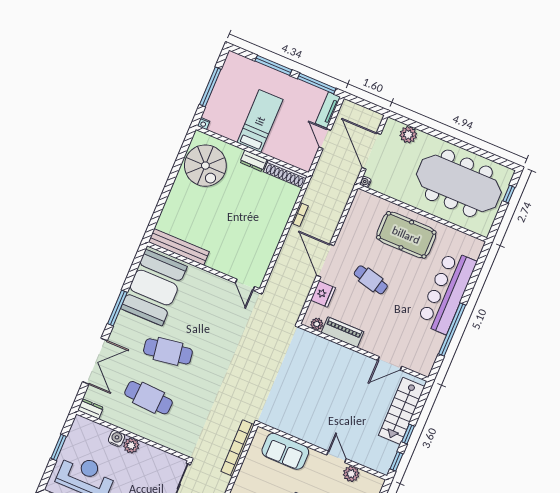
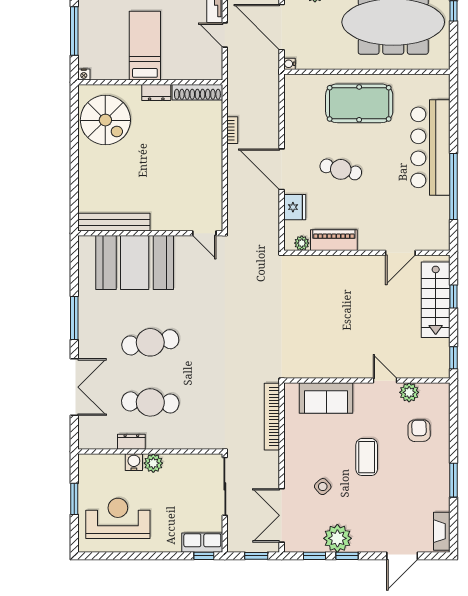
booth: (154, 288) -> (135, 262), moved, turned 90
dresser: (90, 409) -> (131, 442), moved
window: (408, 434) -> (453, 297), moved

